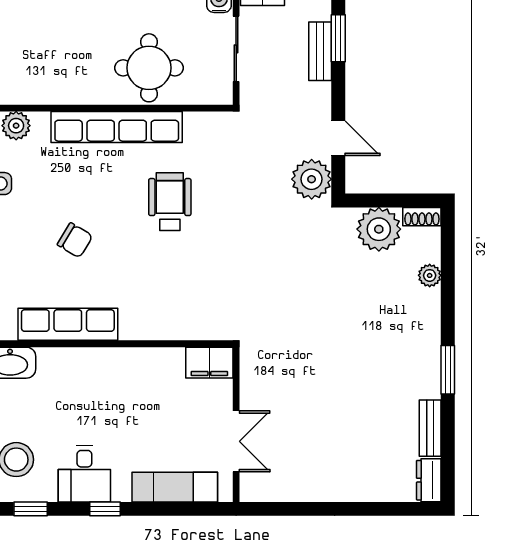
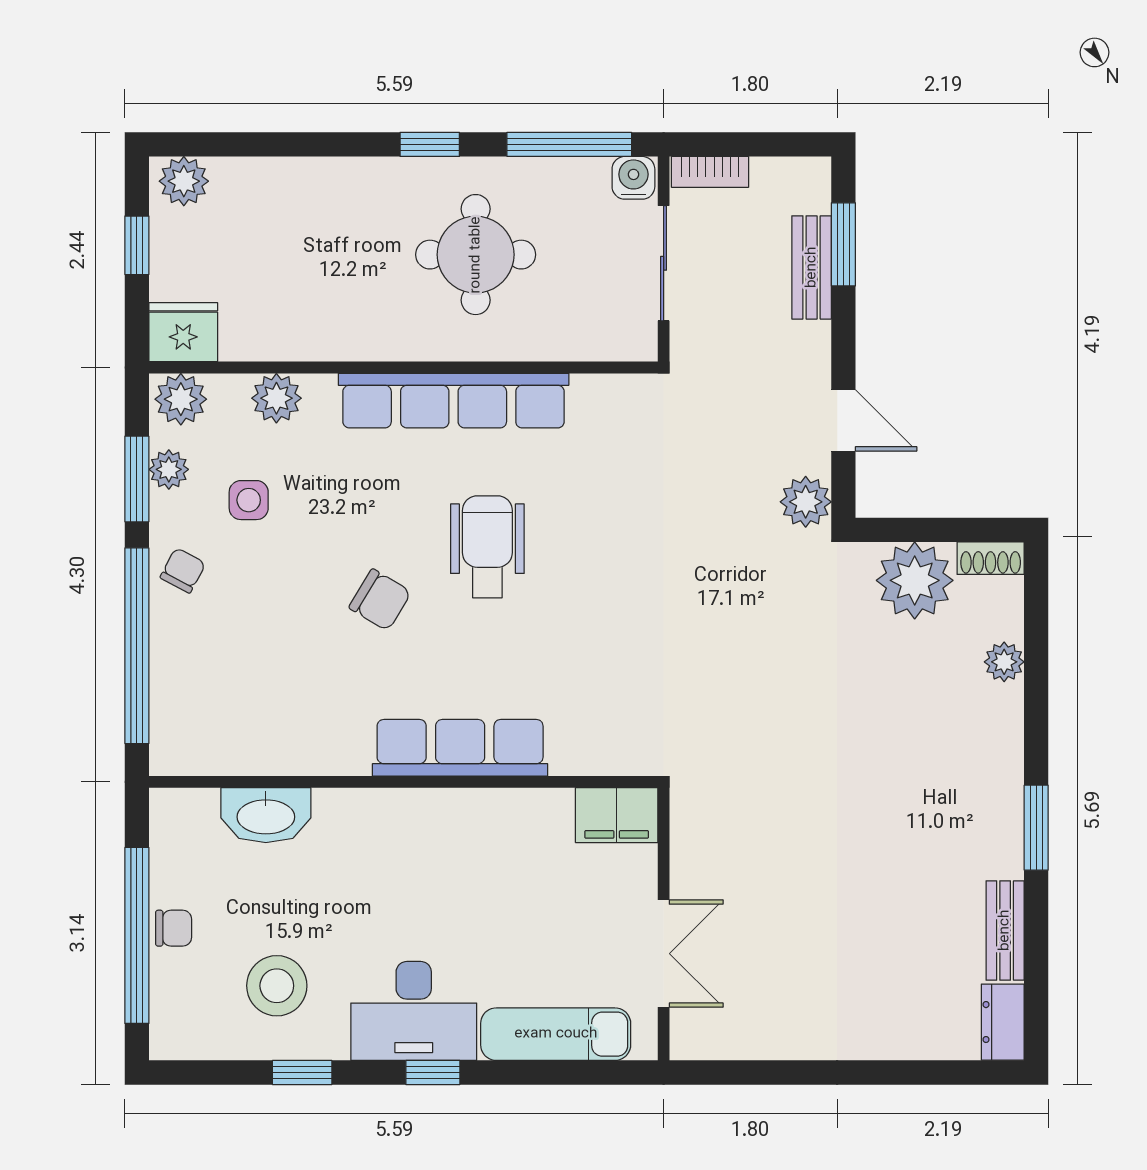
round table: (149, 68) -> (476, 255), moved
plant: (312, 179) -> (806, 502), width x0.73, depth x0.73
wheelchair: (170, 202) -> (487, 547), moved
row of seats: (68, 324) -> (460, 748), moved
desk: (84, 474) -> (414, 1011), width x1.37

